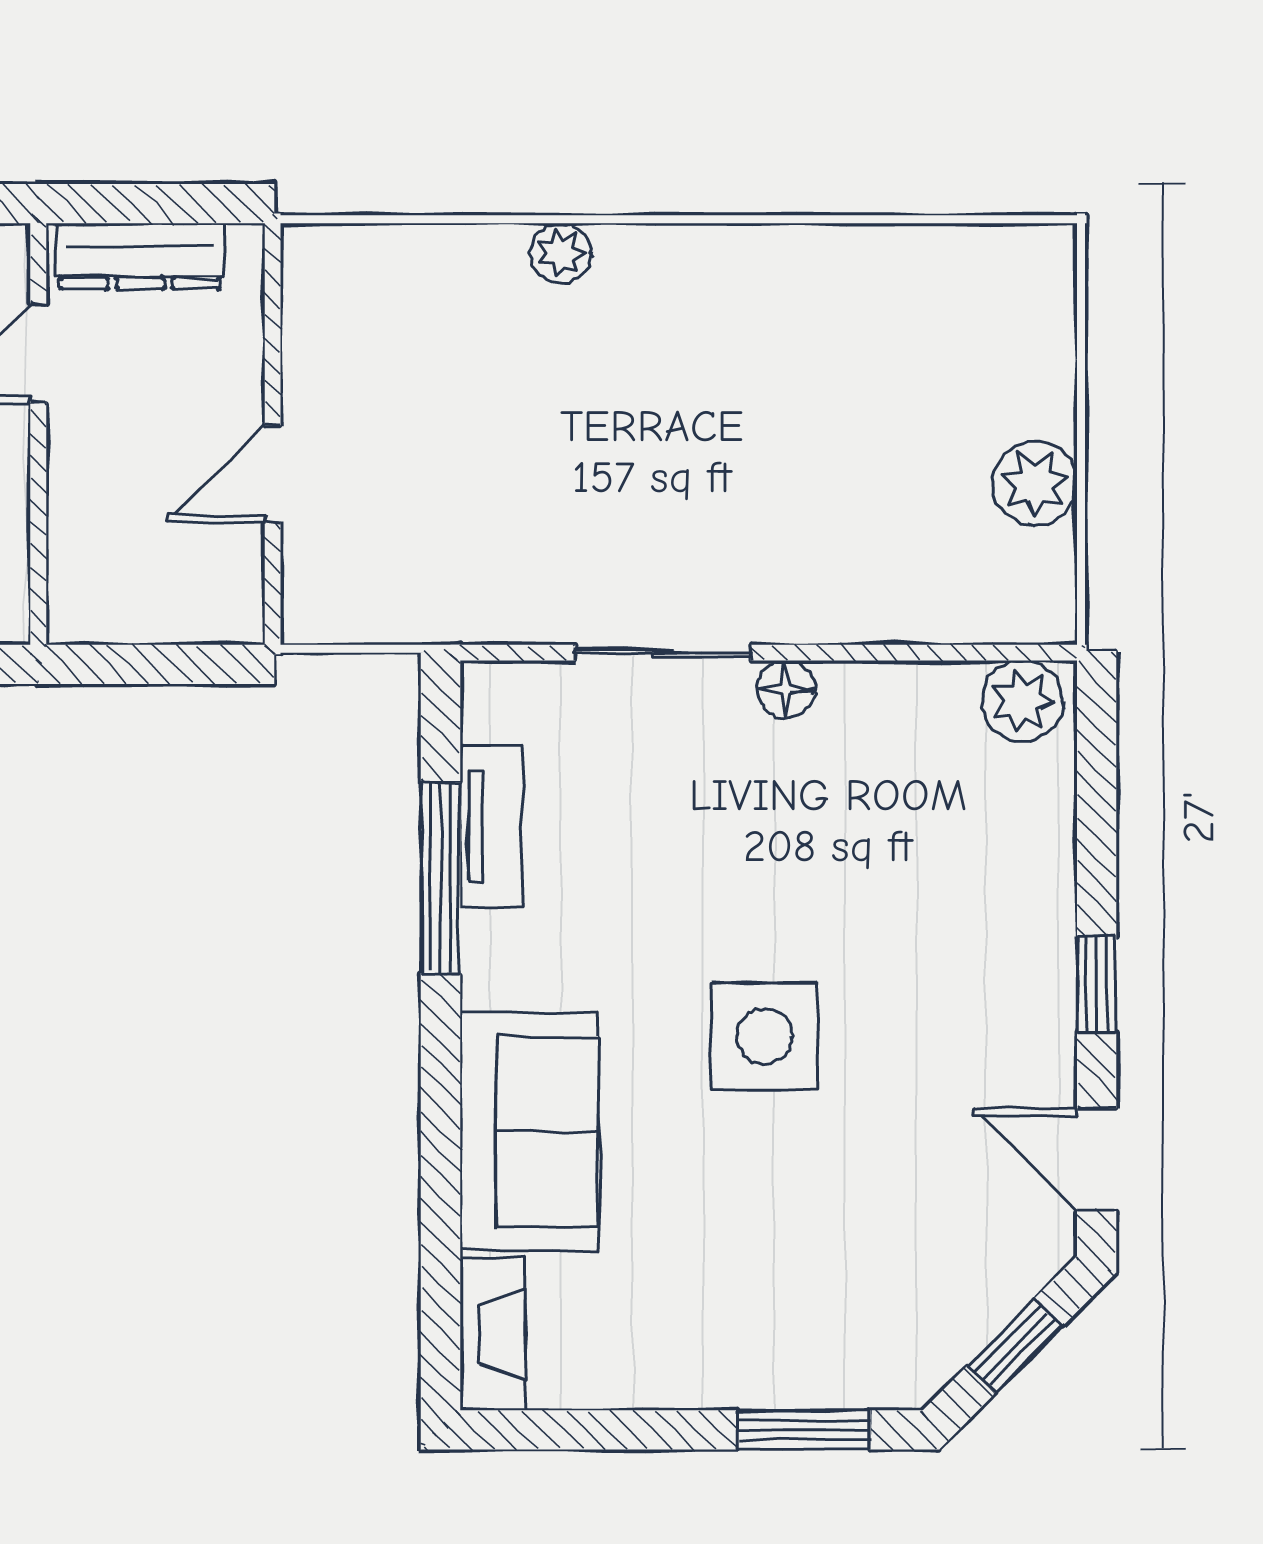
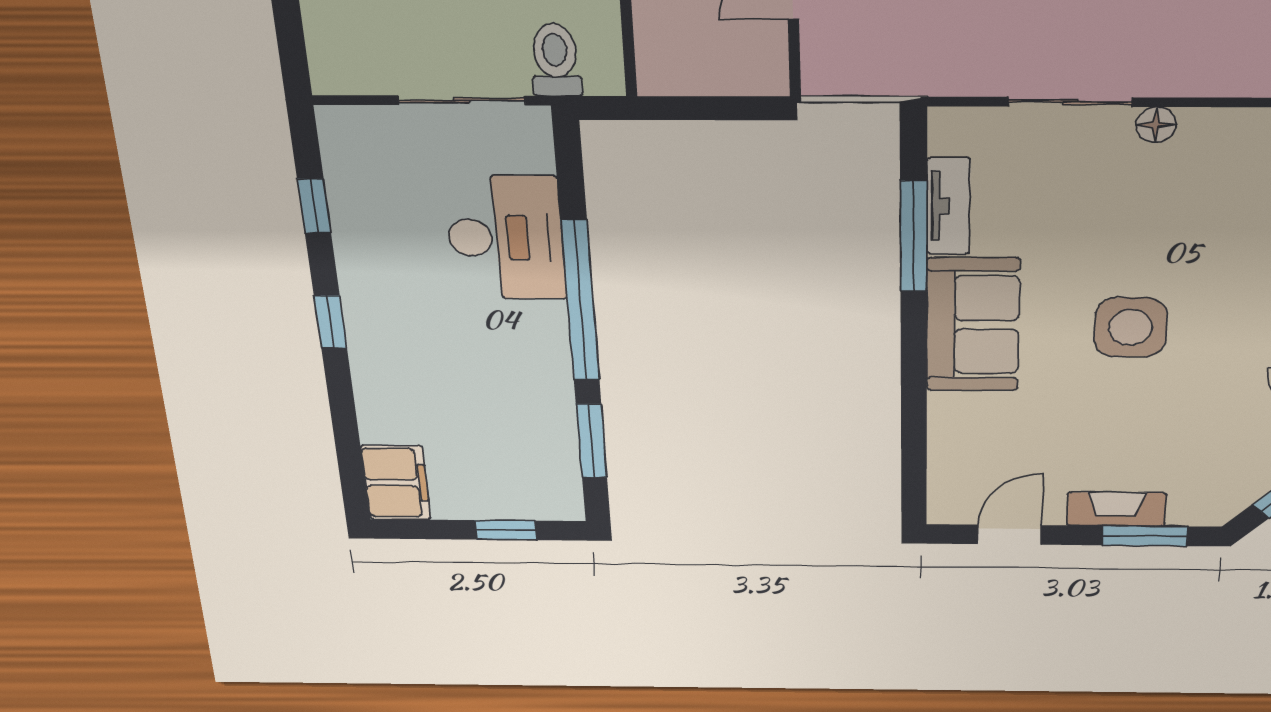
sofa: (529, 1132) -> (973, 325), moved
fireplace: (493, 1334) -> (1116, 509), moved, turned -90
door: (591, 1430) -> (1010, 535), added

